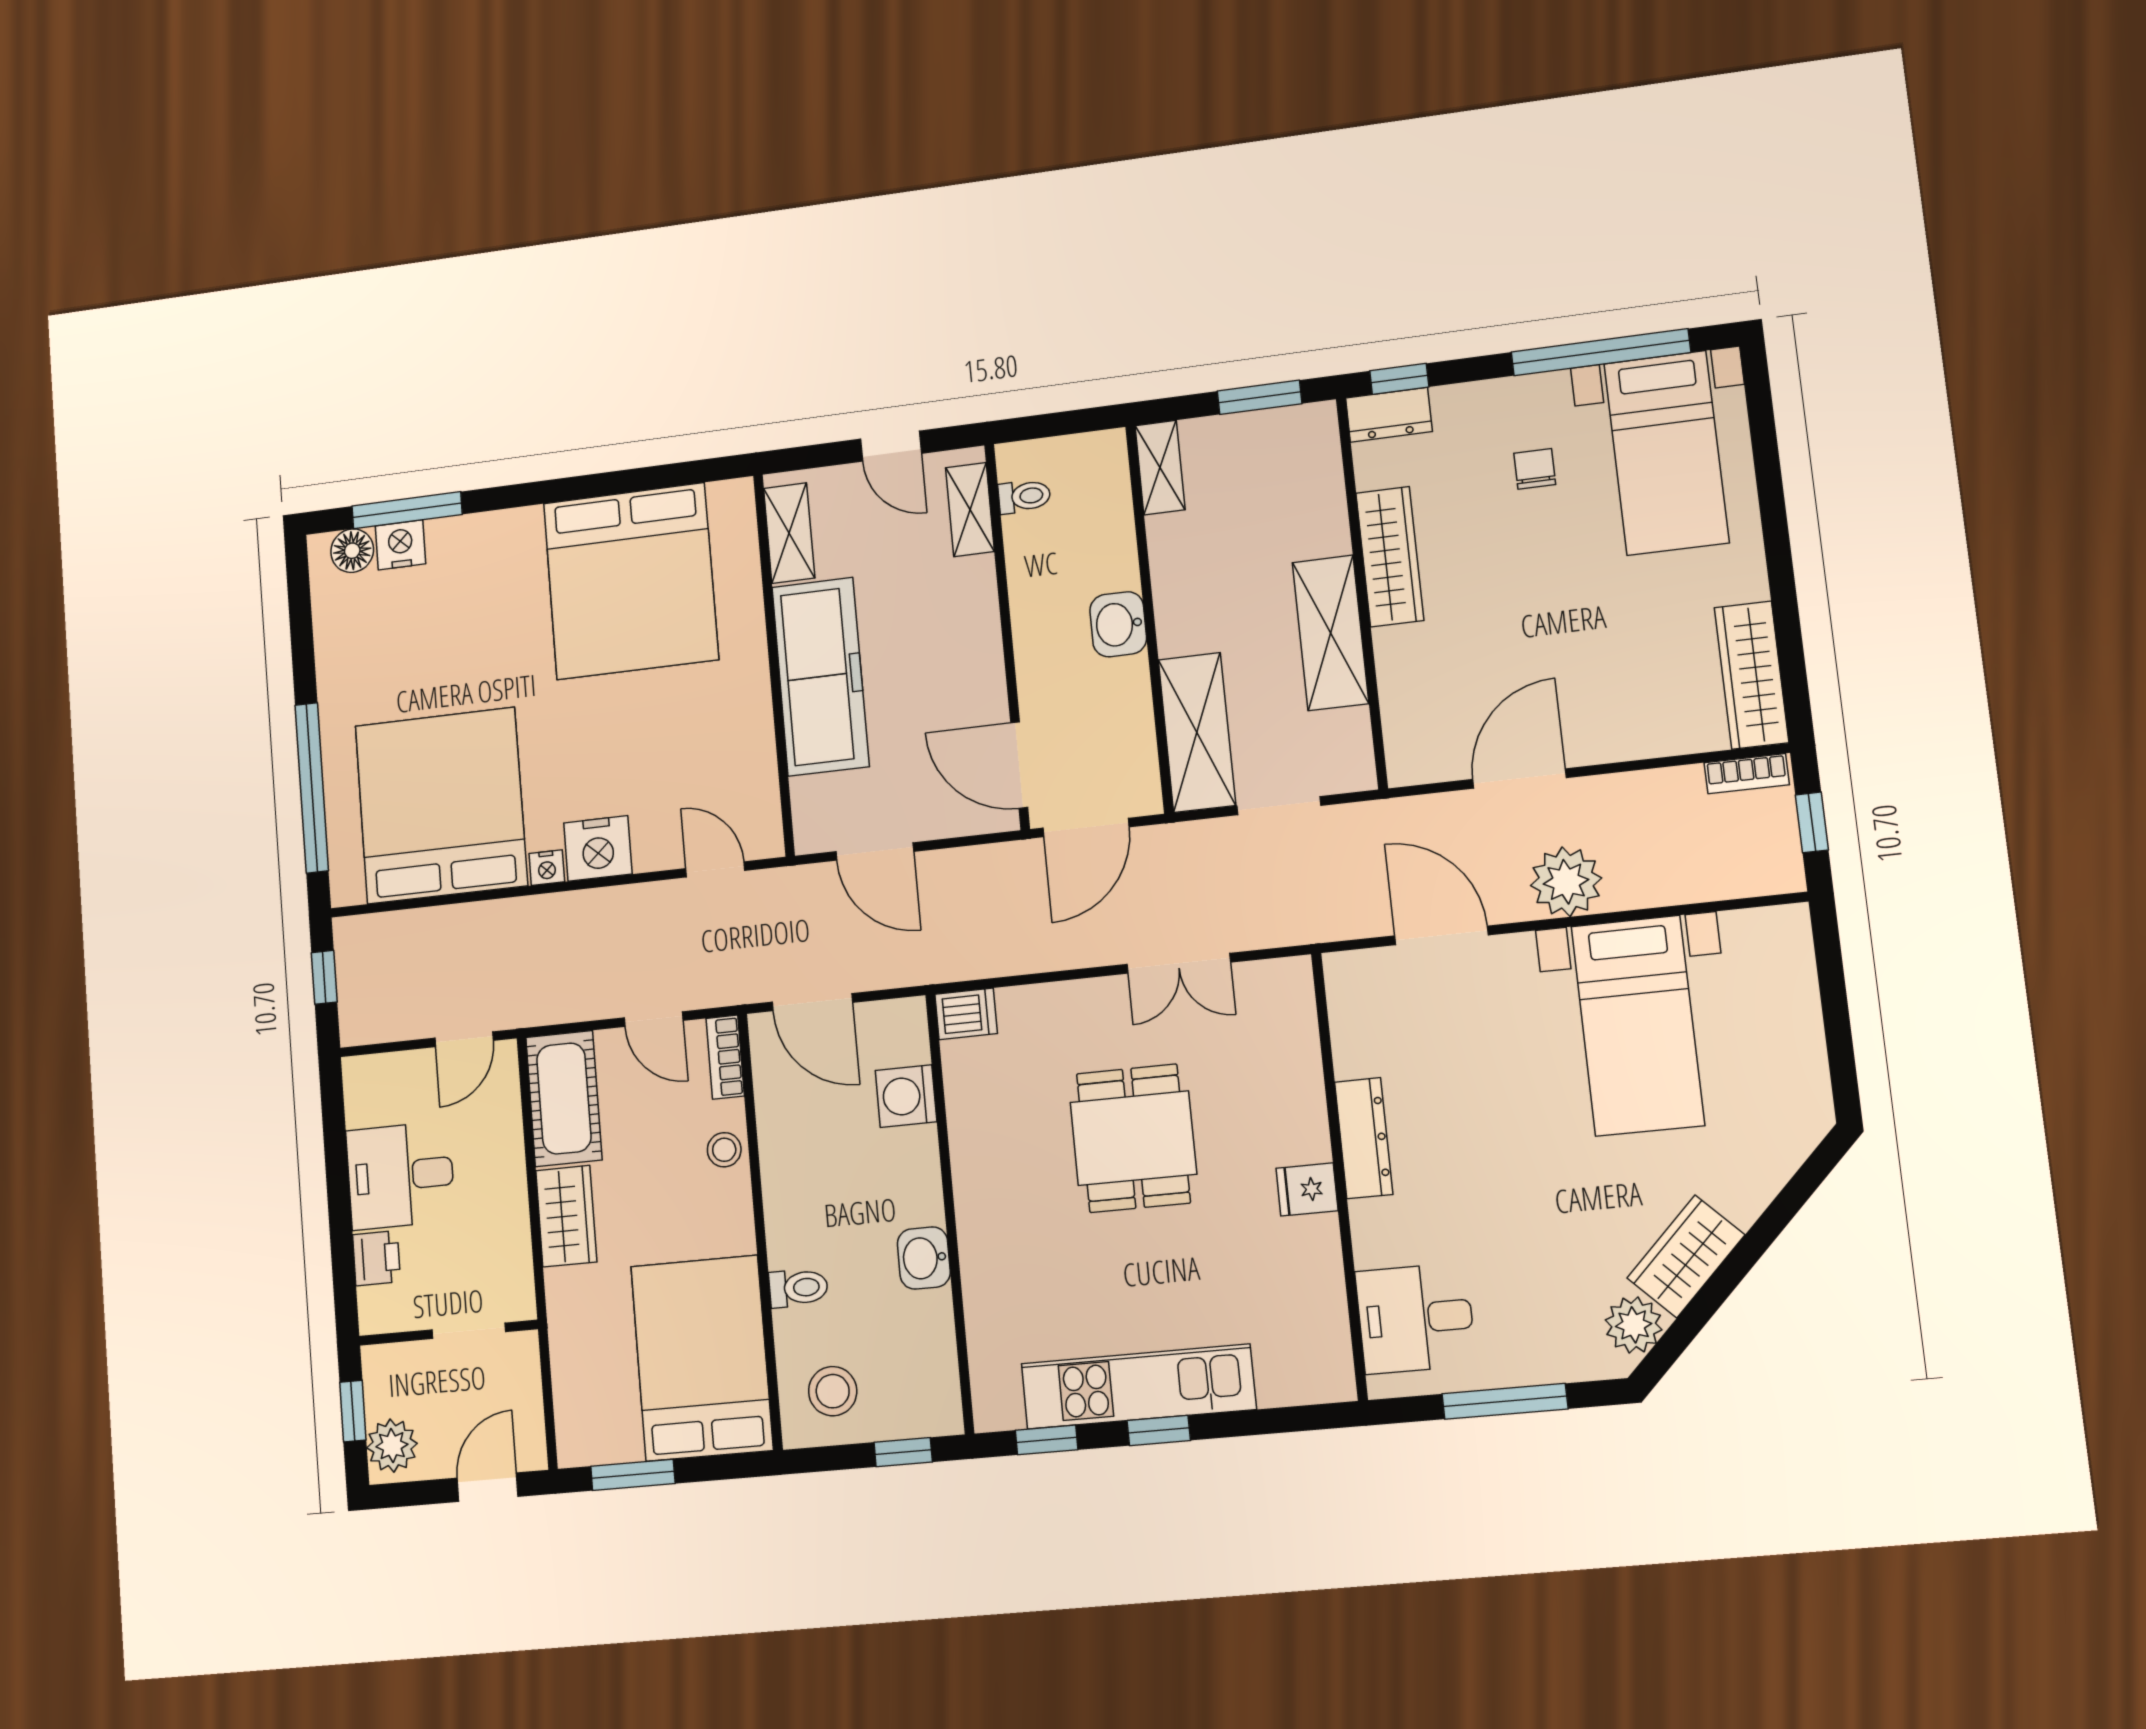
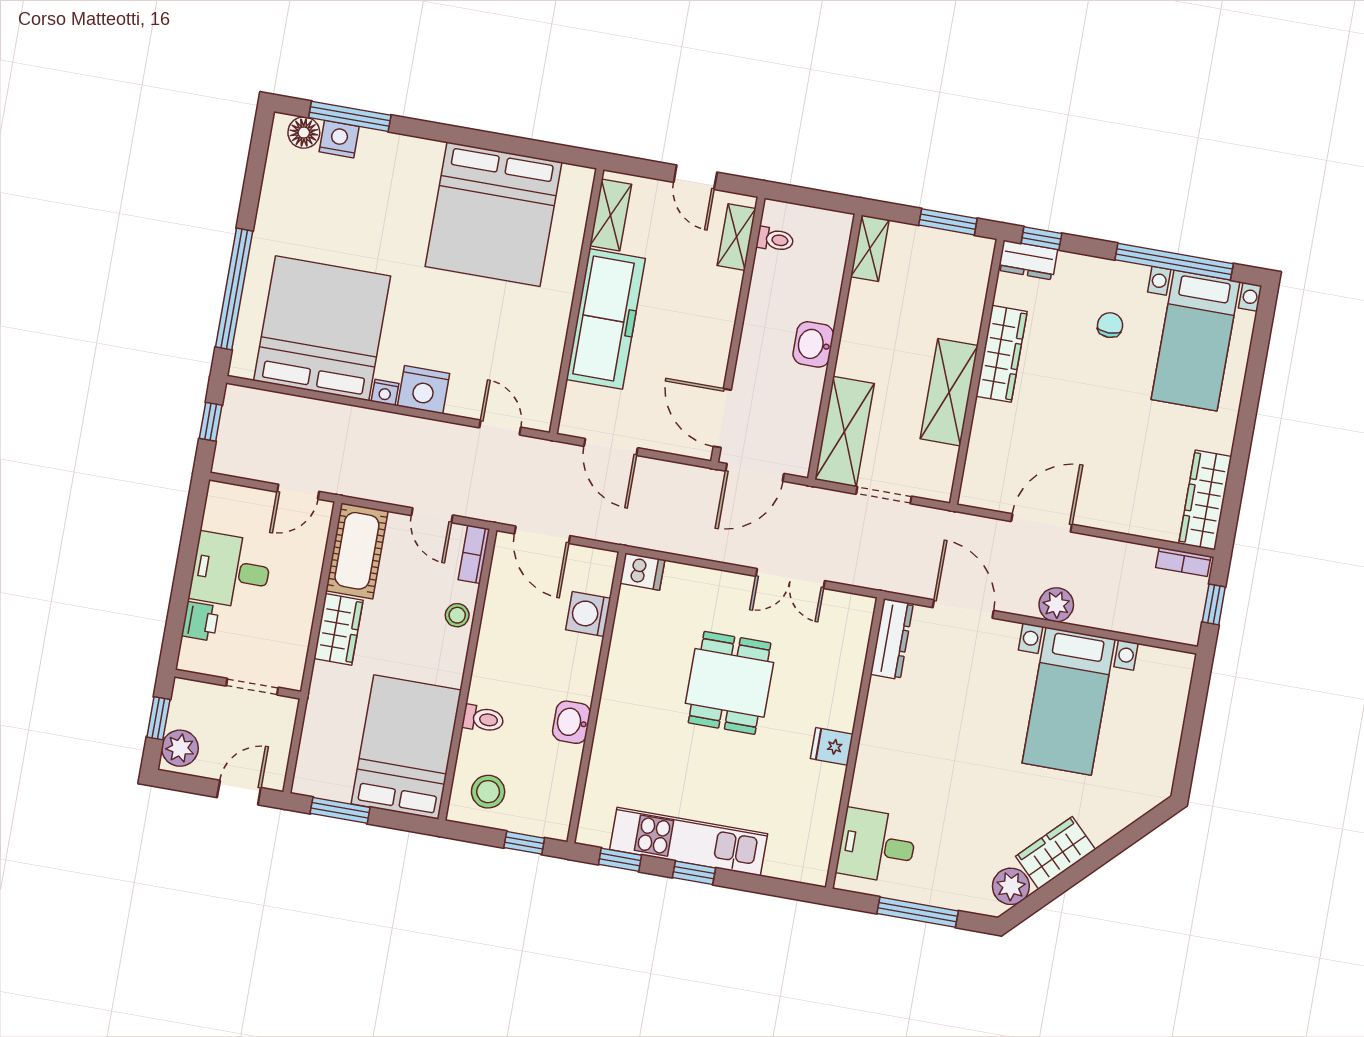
plant: (1566, 882) -> (1056, 605), width x0.73, depth x0.73
dresser: (1364, 1138) -> (892, 639), moved

